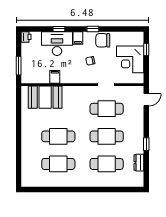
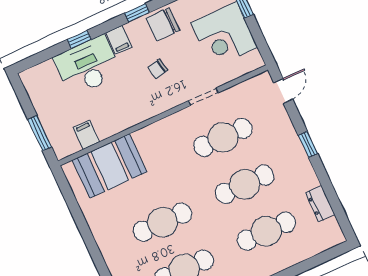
printer: (26, 37) -> (30, 79), removed
filing cabinet: (55, 77) -> (87, 135), moved
window: (146, 144) -> (308, 144), moved

